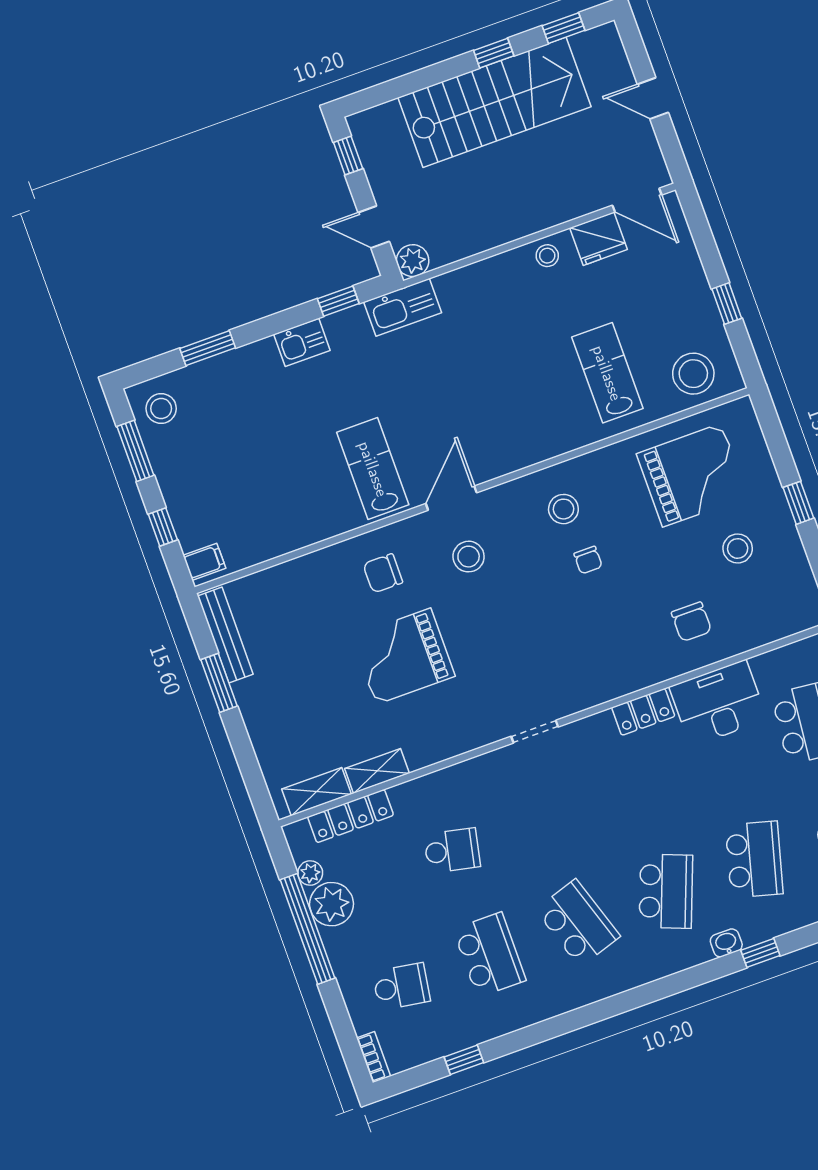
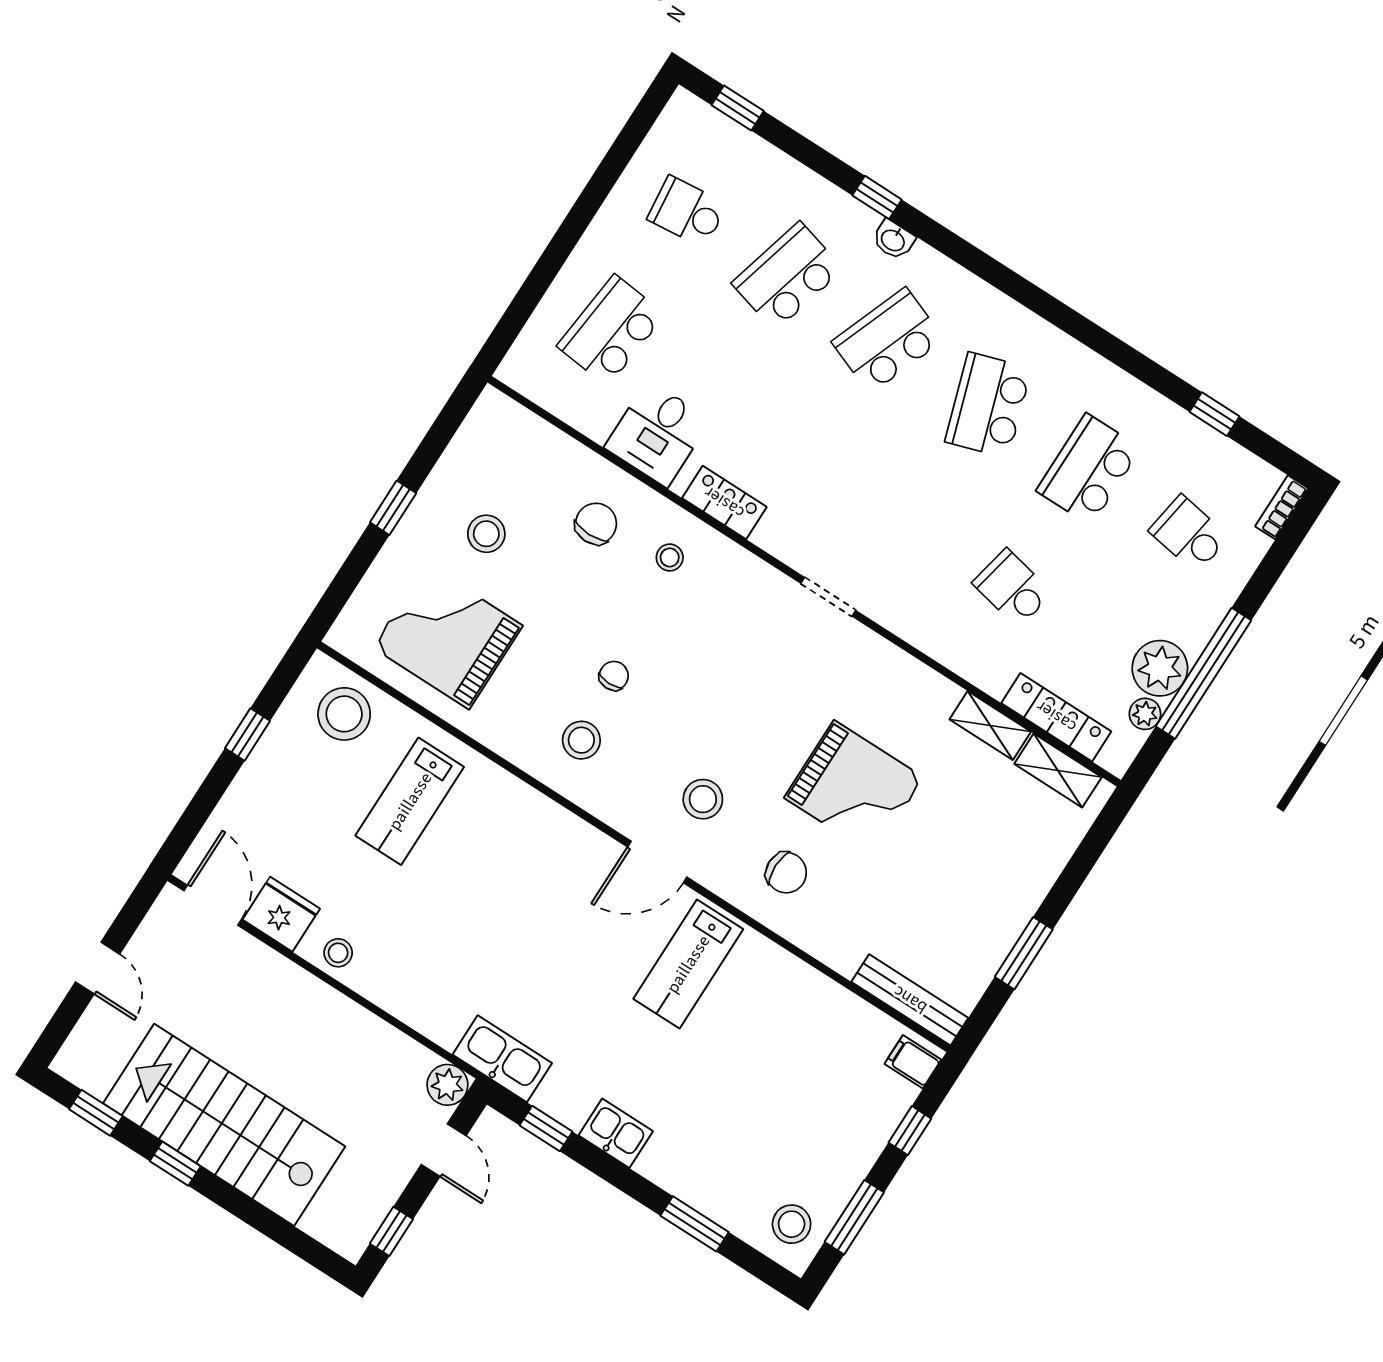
bench: (225, 635) -> (910, 1000), moved, turned 90
stool: (635, 651) -> (670, 558), added
desk: (718, 703) -> (657, 434), width x0.73

